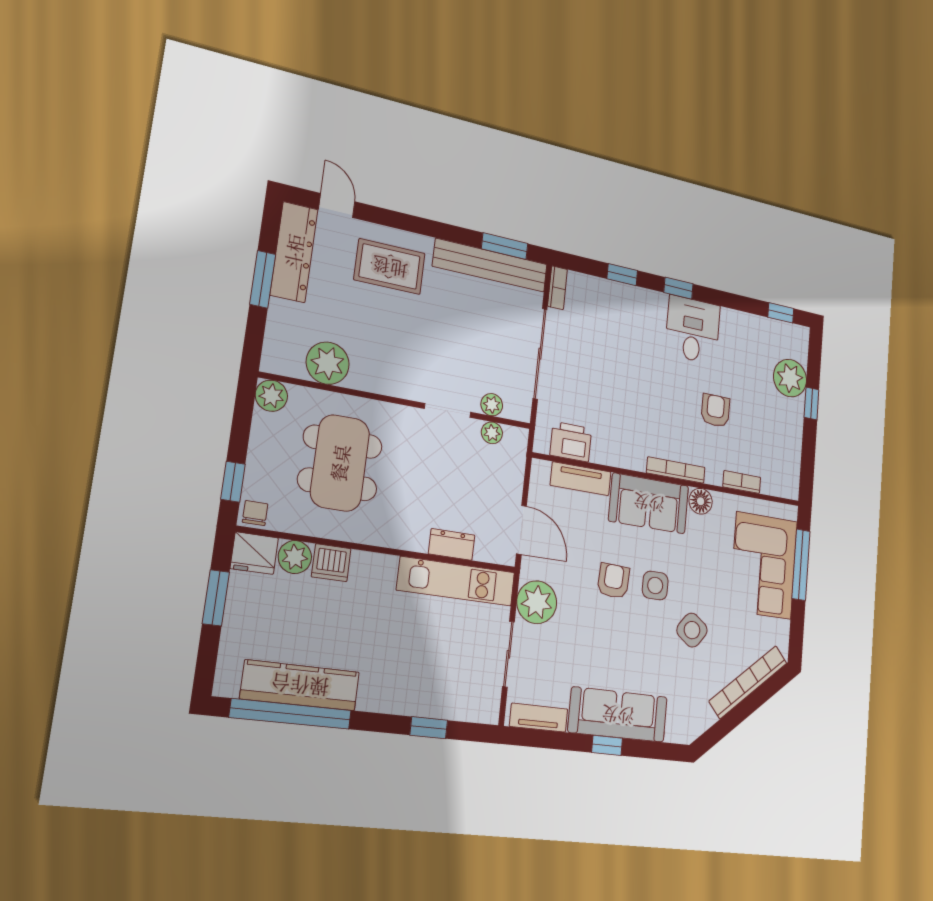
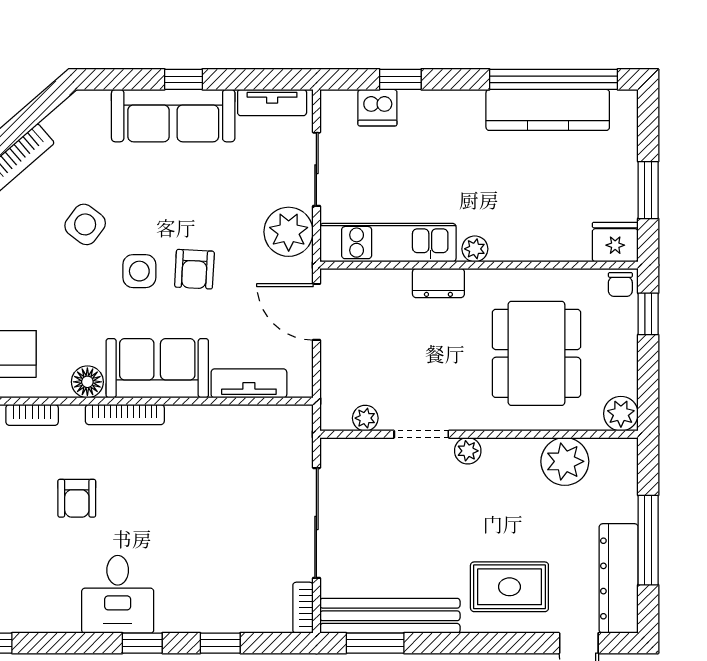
window: (263, 279) -> (648, 540), width x1.44
plant: (492, 405) -> (468, 451), moved
printer: (571, 442) -> (266, 425), removed
dresser: (452, 544) -> (438, 283), moved
plant: (295, 557) -> (475, 249), moved, width x0.73, depth x0.73
dishwasher: (331, 563) -> (377, 108), moved, turned 180

